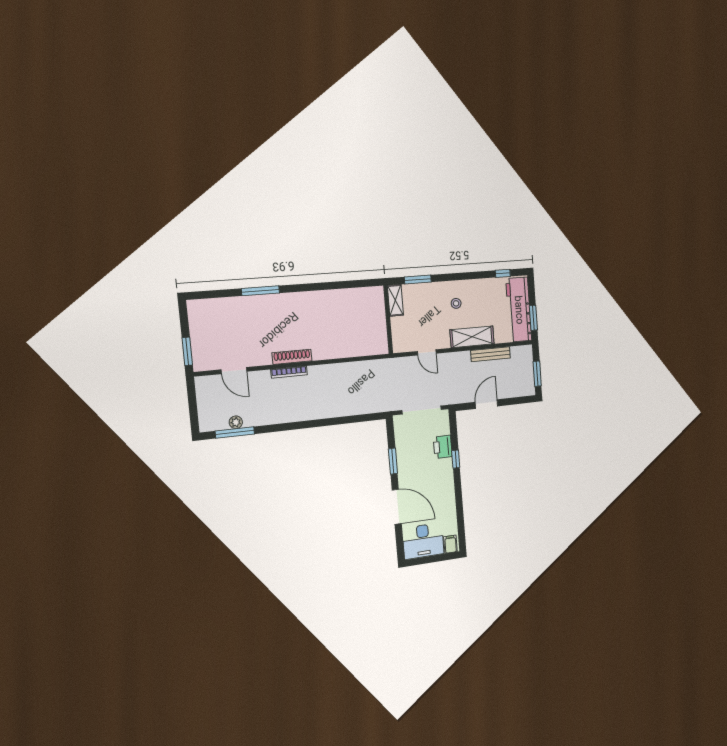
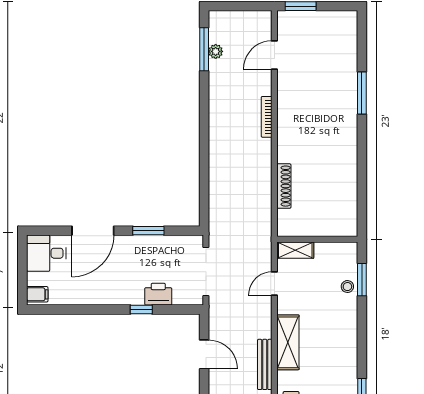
shelving: (395, 300) -> (295, 250), moved
stool: (456, 303) -> (347, 287), moved
shoe rack: (292, 357) -> (284, 186), moved
desk: (423, 541) -> (46, 253), width x0.73

